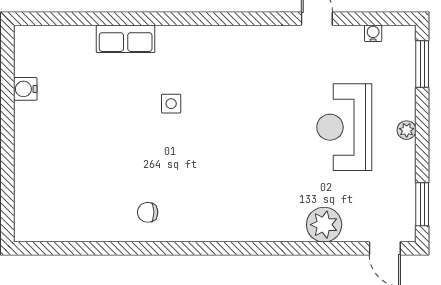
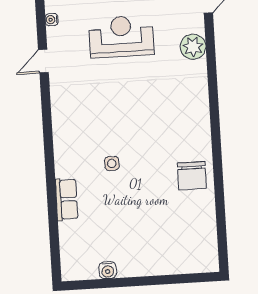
reception desk: (344, 127) -> (121, 36), turned 180
chair: (148, 212) -> (192, 176), width x1.87, depth x1.87

